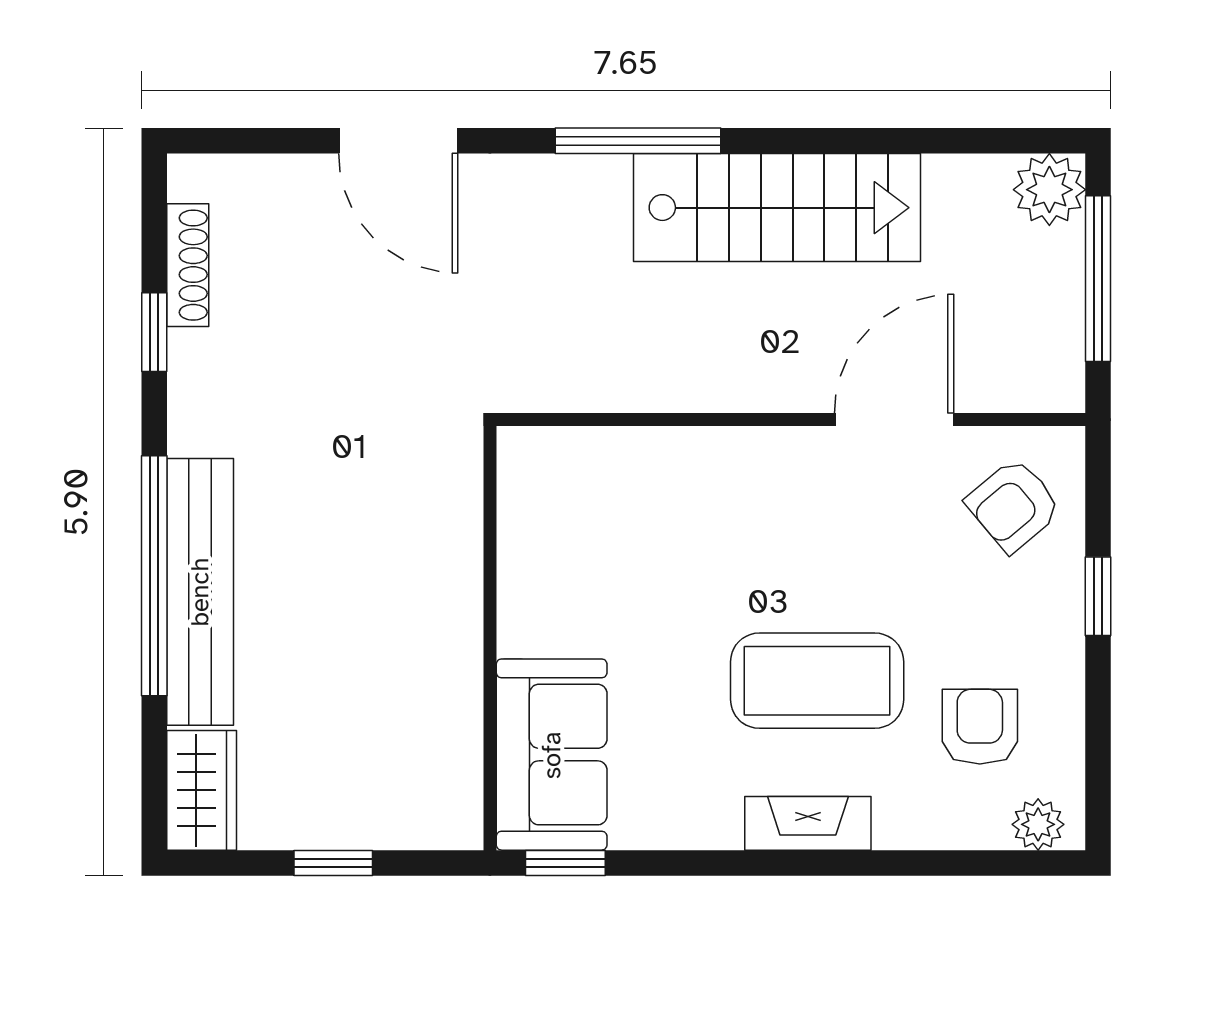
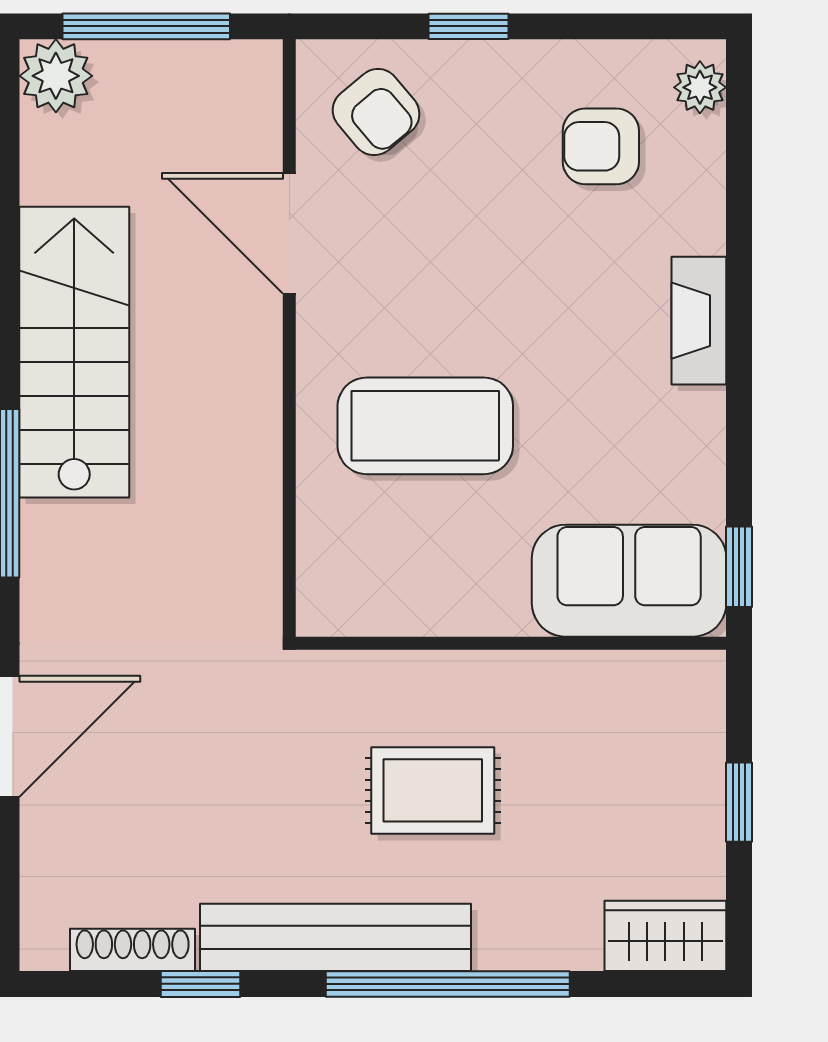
rug: (345, 561) -> (433, 790), added
bench: (200, 592) -> (336, 937), moved
coffee table: (817, 681) -> (425, 426), moved, turned 90

